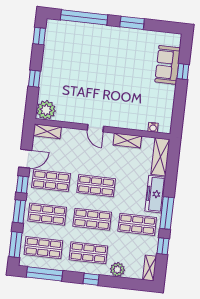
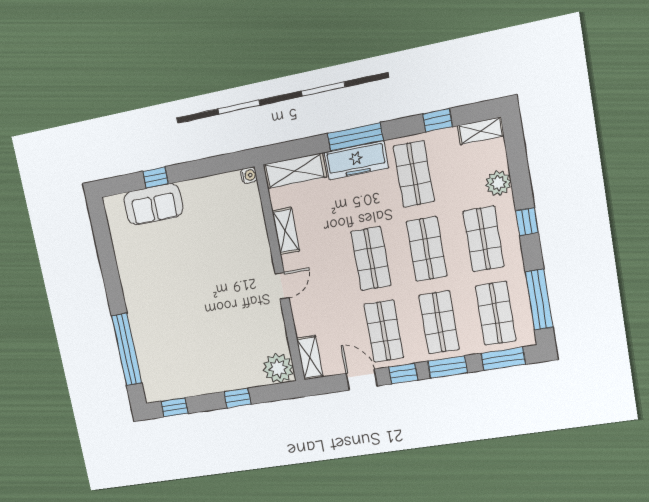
window: (132, 23) -> (111, 277), removed
water cooler: (153, 127) -> (249, 175), moved
window: (167, 213) -> (355, 137), moved

